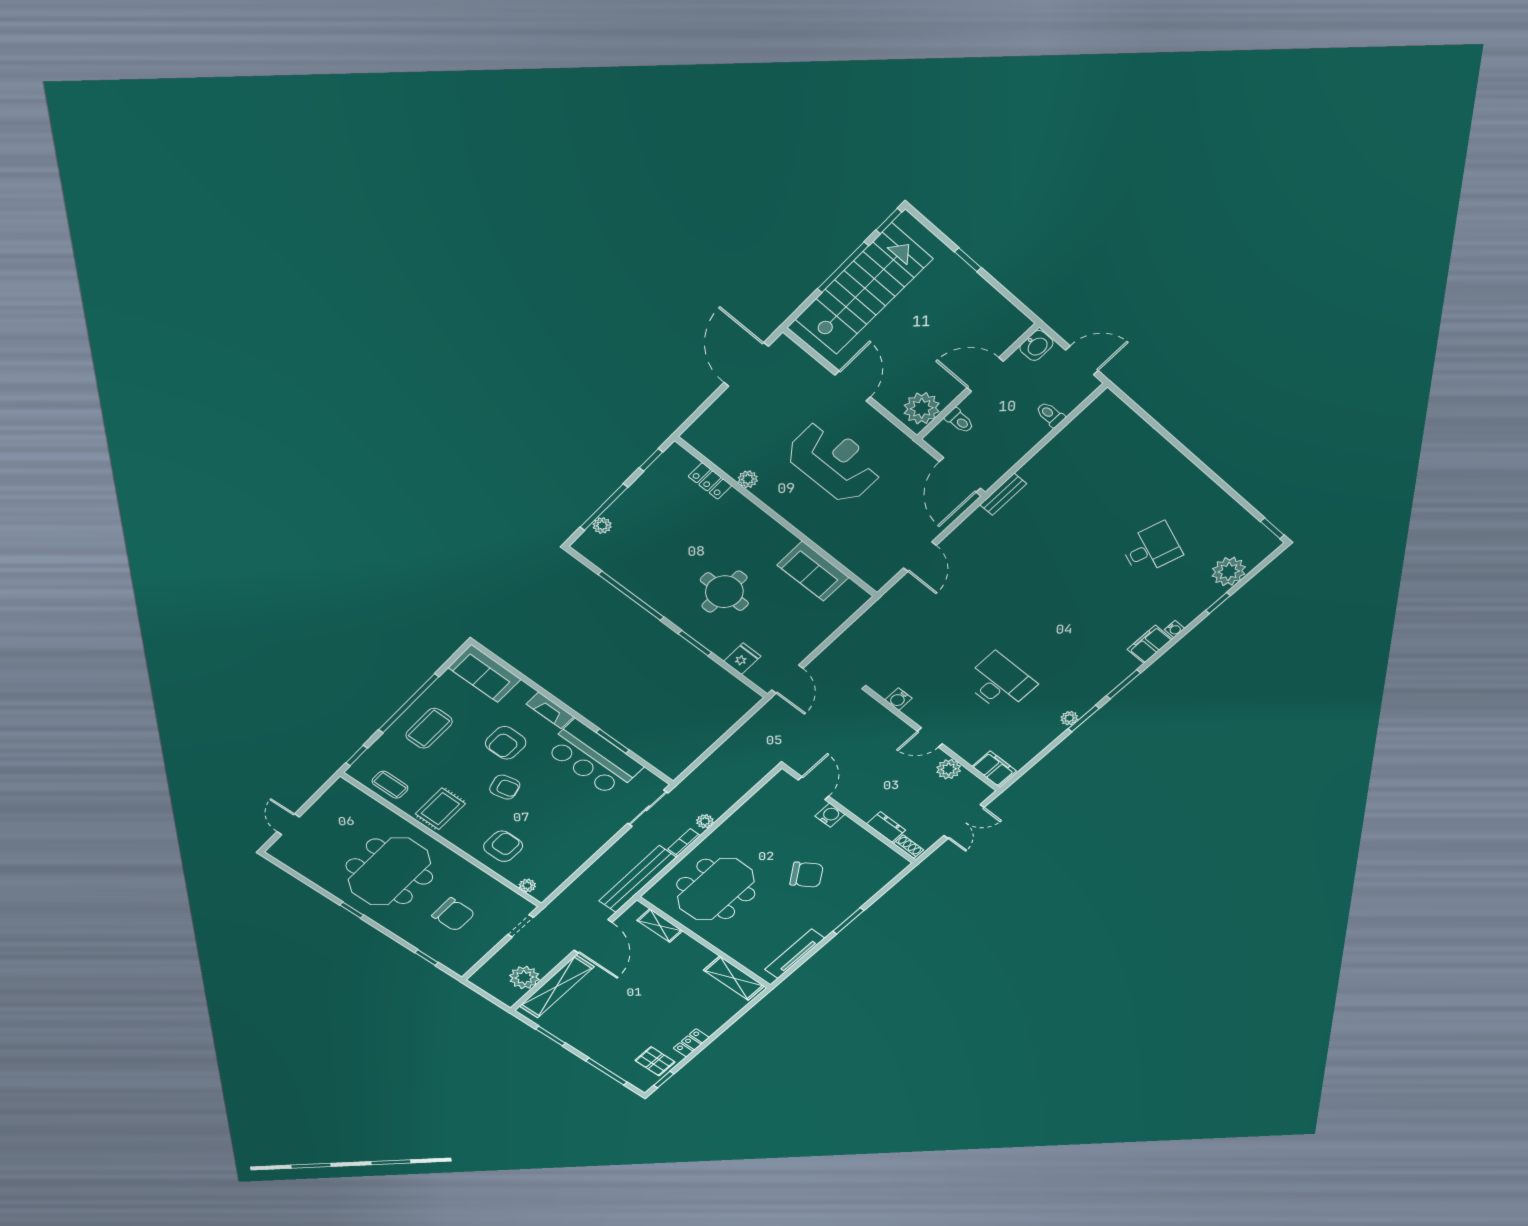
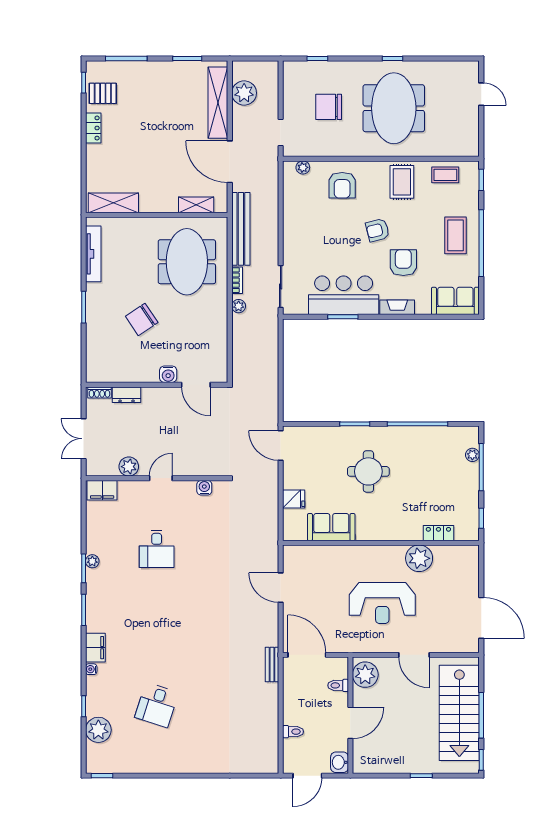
plant: (748, 479) -> (419, 558), width x1.88, depth x1.88
fridge: (742, 659) -> (294, 499), moved, turned -90
desk: (1000, 682) -> (157, 549), width x0.73

